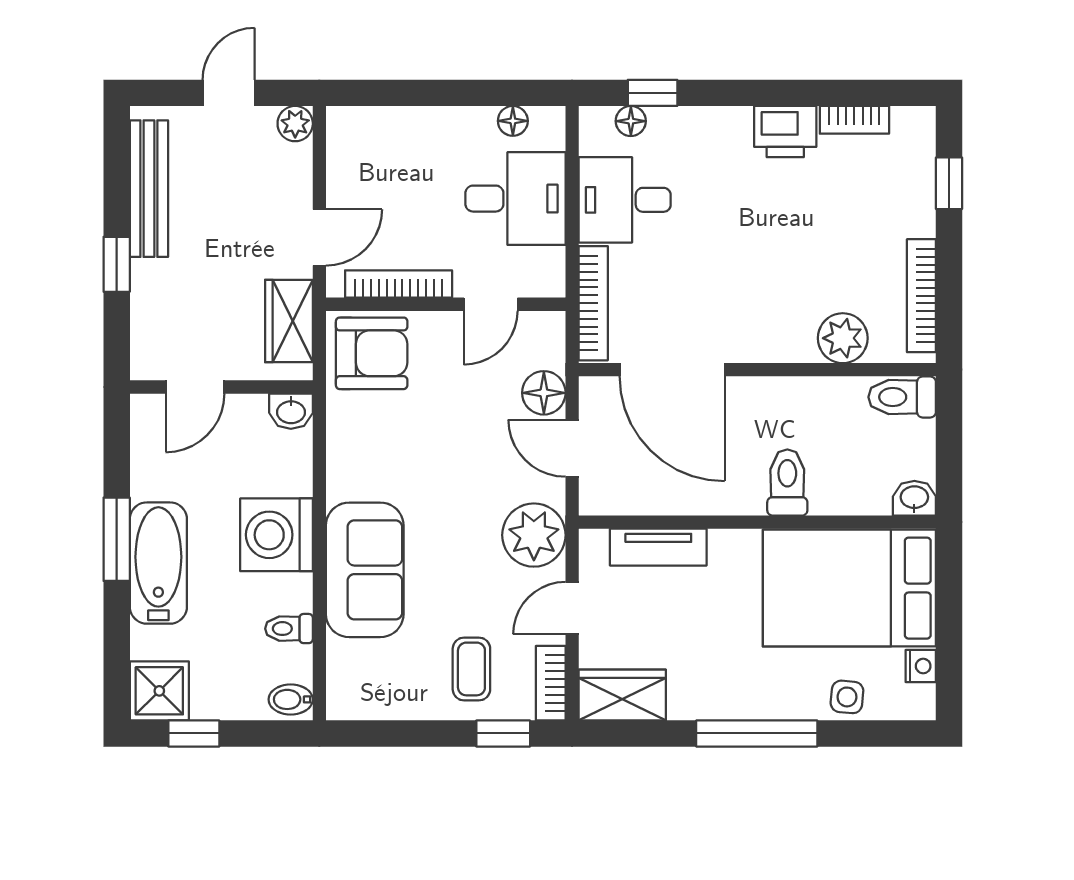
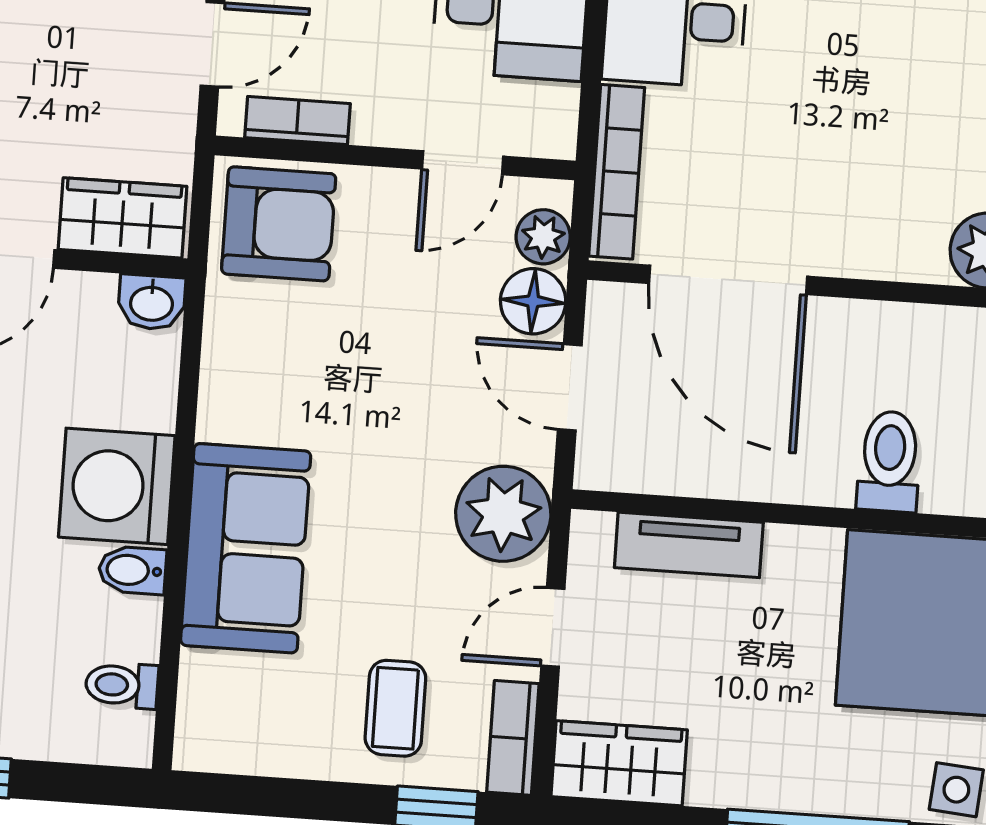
bookcase: (399, 284) -> (297, 121), width x0.64
wardrobe: (289, 321) -> (122, 218), moved, turned 90
plant: (548, 350) -> (543, 237), added
toilet: (289, 629) -> (122, 685), moved
bidet: (291, 699) -> (132, 570), moved

